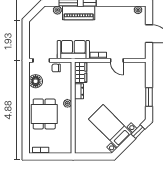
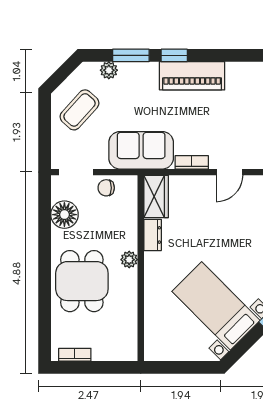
piano: (79, 13) -> (192, 76), moved
coffee table: (43, 30) -> (79, 110), added
door: (117, 60) -> (229, 172), hinge flipped

